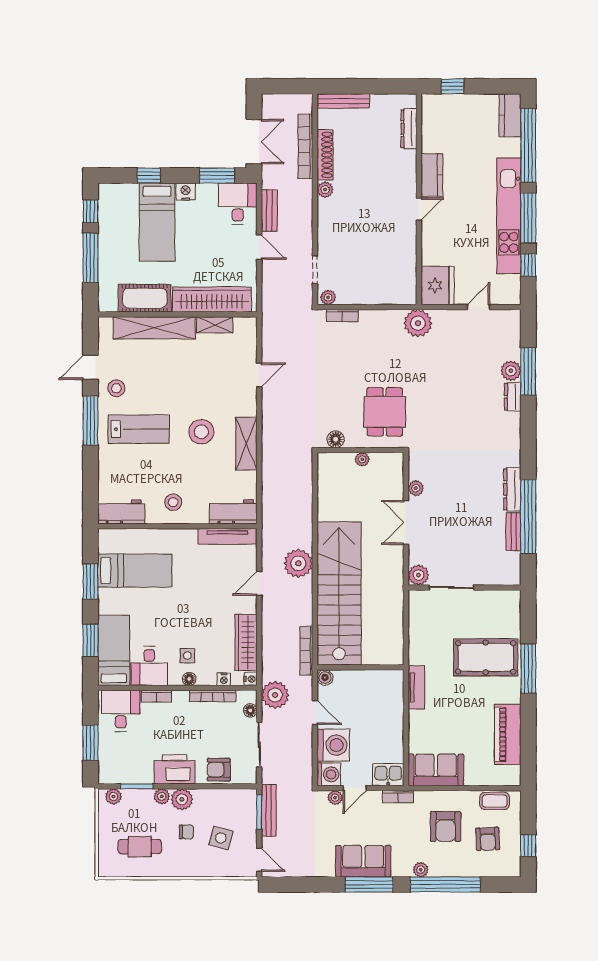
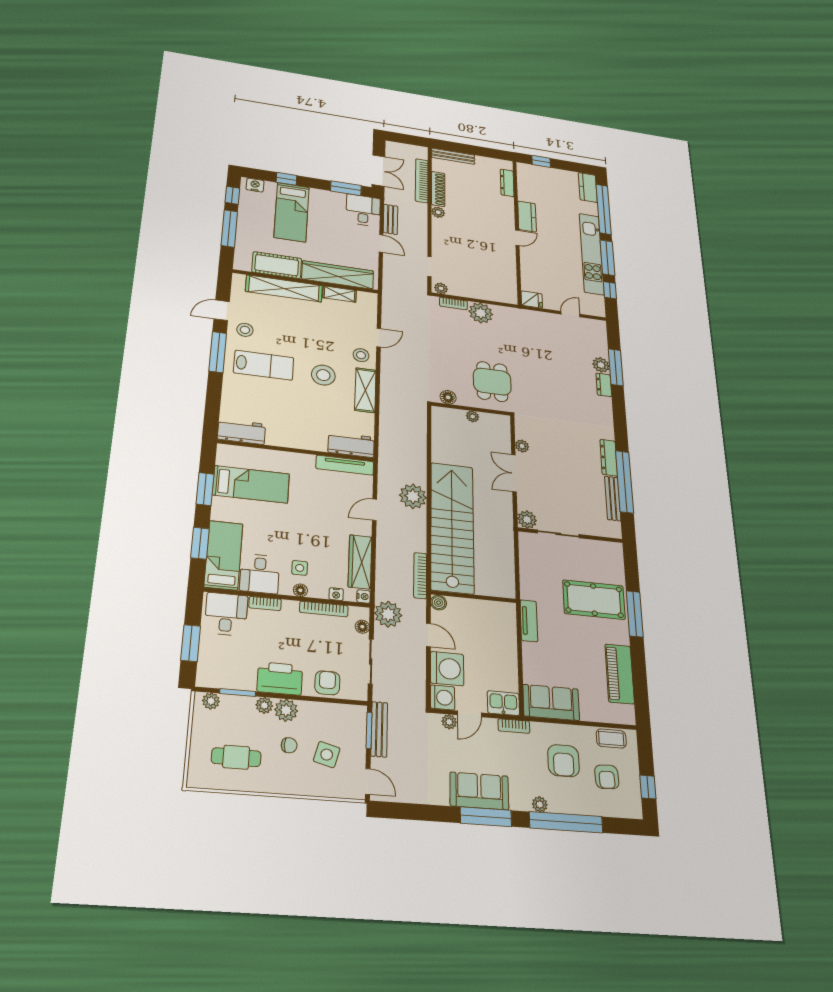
nightstand: (186, 192) -> (255, 185), moved
fridge: (438, 285) -> (532, 300), width x0.53, depth x0.75
plant: (418, 323) -> (481, 313), moved
stool: (173, 502) -> (361, 355), moved
bench: (513, 532) -> (613, 498), width x1.36
armchair: (219, 770) -> (327, 683), turned 90

